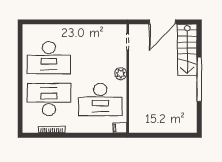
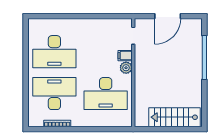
stairs: (187, 50) -> (174, 117), moved, turned 90
window: (199, 79) -> (204, 58), moved
filing cabinet: (120, 128) -> (125, 56), moved

